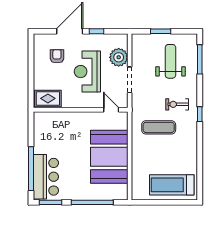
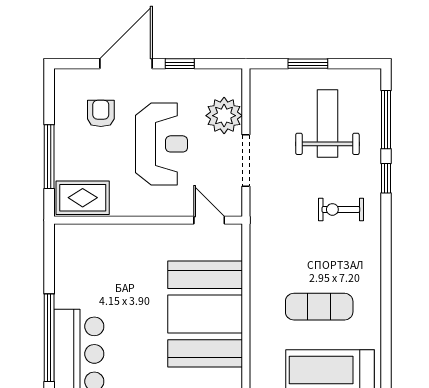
reception desk: (87, 72) -> (162, 144), turned 180
window: (31, 78) -> (49, 157), added
window: (200, 114) -> (386, 178), moved
exercise mat: (159, 127) -> (319, 307), moved

